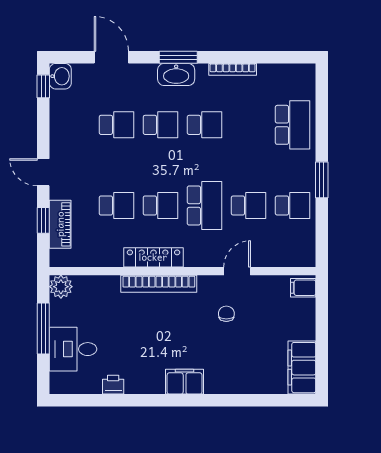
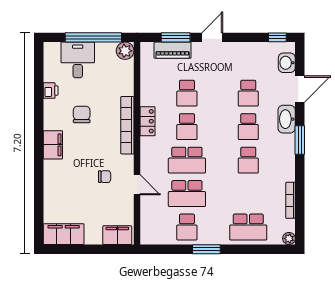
bookcase: (233, 69) -> (290, 200), moved
plant: (308, 71) -> (289, 238), added
washbasin: (176, 75) -> (287, 119), moved
washbasin: (60, 76) -> (287, 63), moved, turned 90
school desk: (249, 205) -> (187, 194), width x1.85
window: (43, 220) -> (176, 37), width x1.50
locker: (153, 257) -> (147, 121), width x0.66
filing cabinet: (303, 288) -> (117, 235), width x2.00
window: (43, 328) -> (93, 37), width x1.46
chair: (145, 344) -> (82, 114), added

